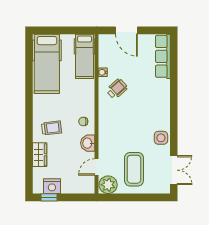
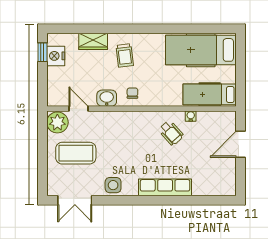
row of seats: (163, 56) -> (165, 187), moved

